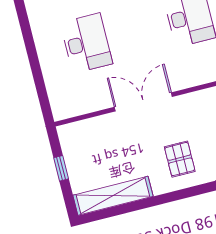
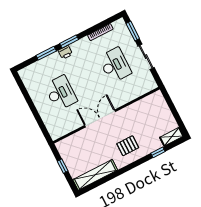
pallet: (180, 159) -> (128, 146), turned 90

